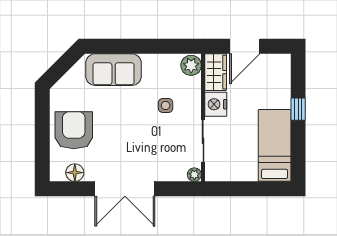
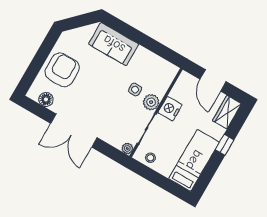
door: (245, 46) -> (213, 80), hinge flipped
plant: (191, 65) -> (151, 102), moved
wardrobe: (216, 72) -> (227, 112), moved, turned 180
stool: (225, 170) -> (150, 158), added

